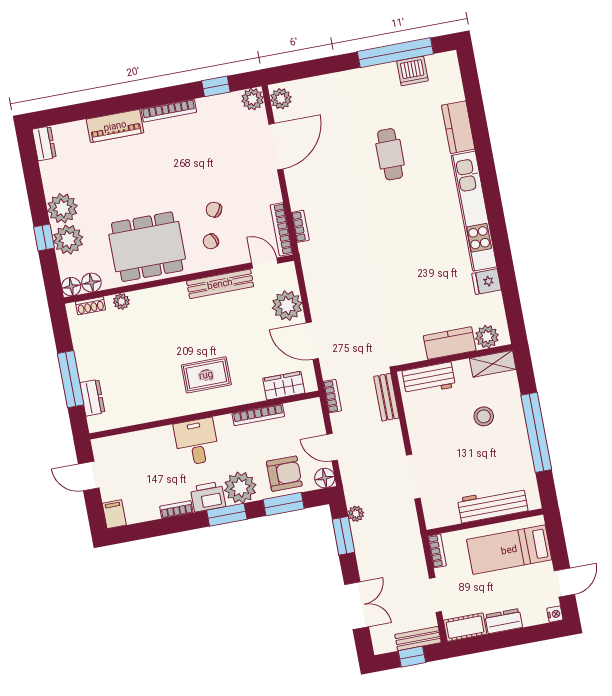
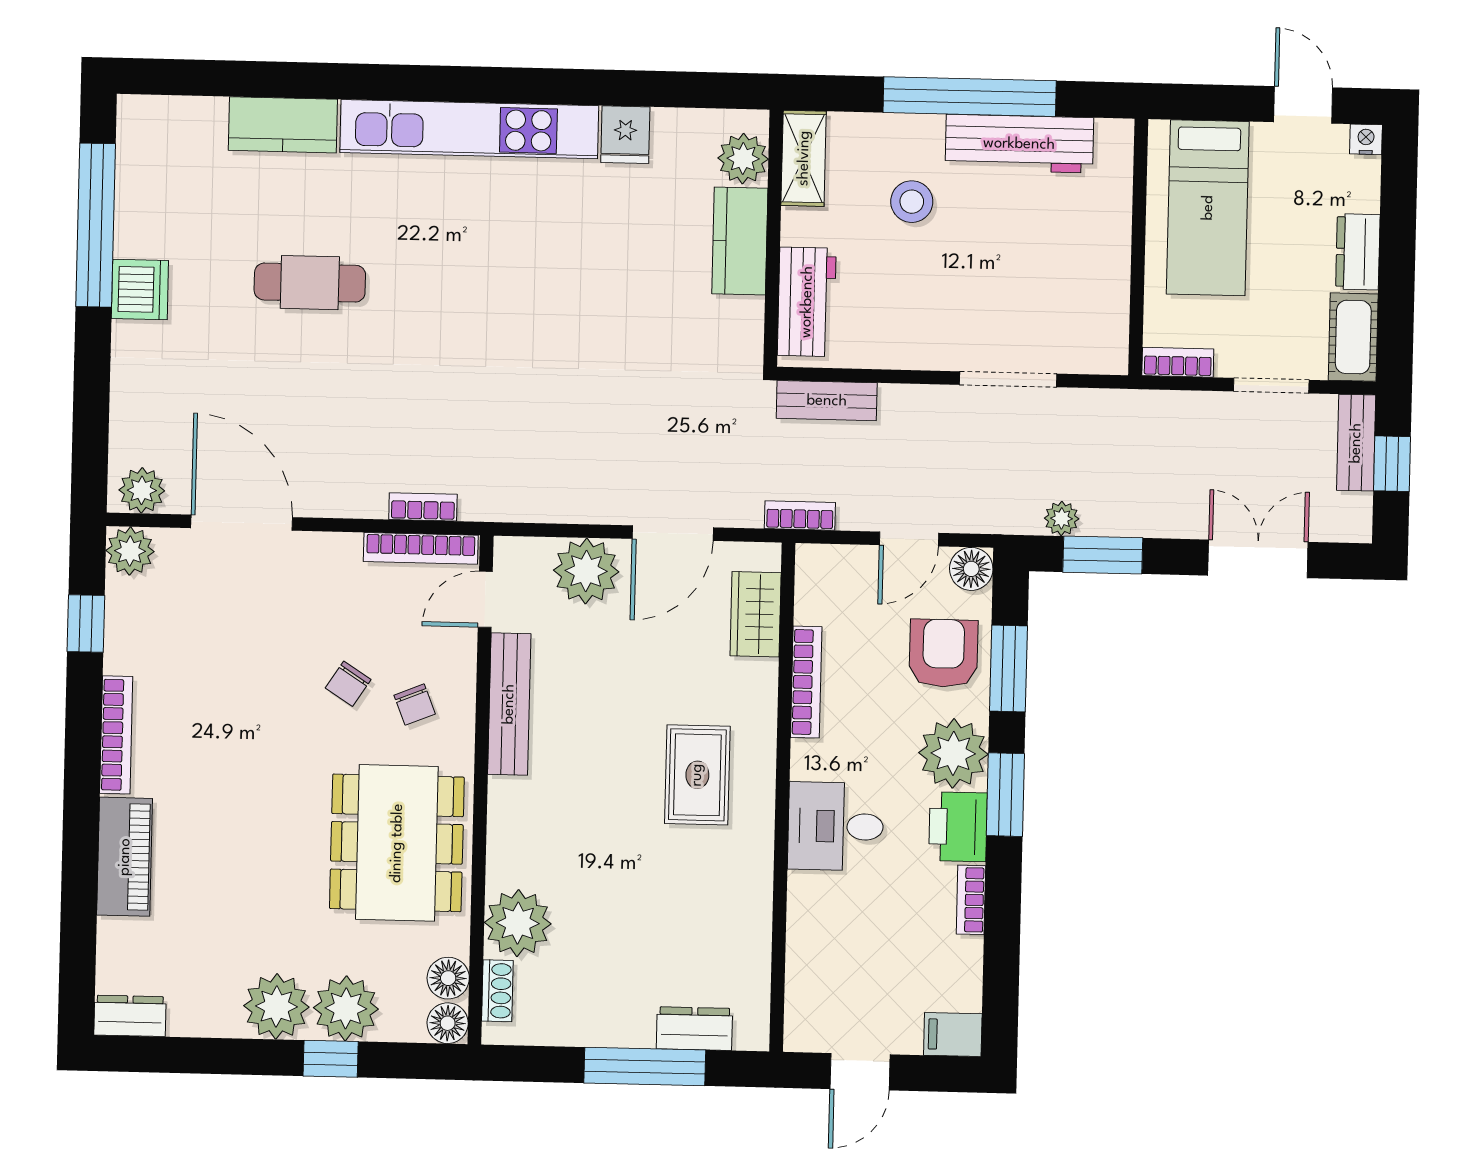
dishwasher: (412, 71) -> (140, 290), moved
plant: (121, 301) -> (518, 923), width x1.87, depth x1.87
workbench: (493, 505) -> (1019, 144), moved, turned -90

